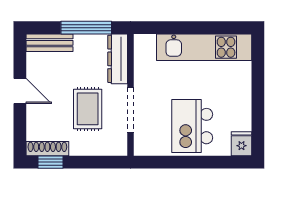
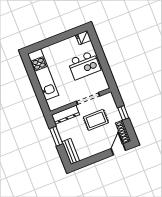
window: (86, 28) -> (56, 136), width x0.69
door: (20, 91) -> (118, 150), moved
window: (50, 162) -> (123, 113), moved

